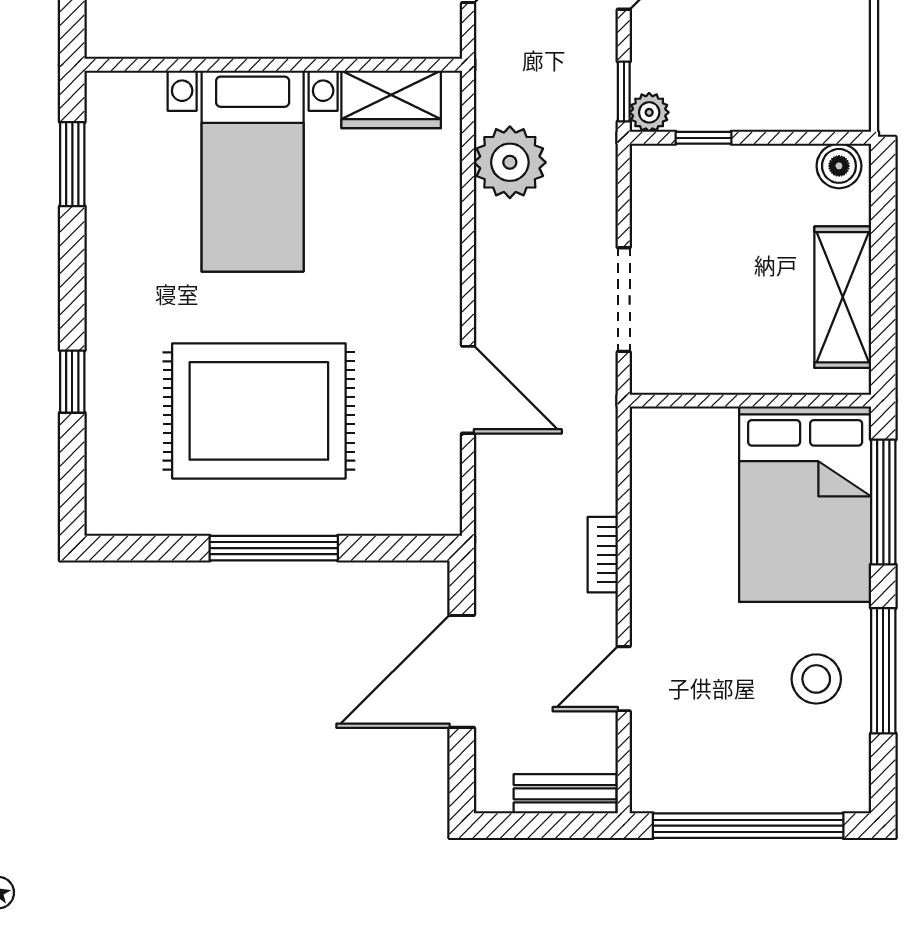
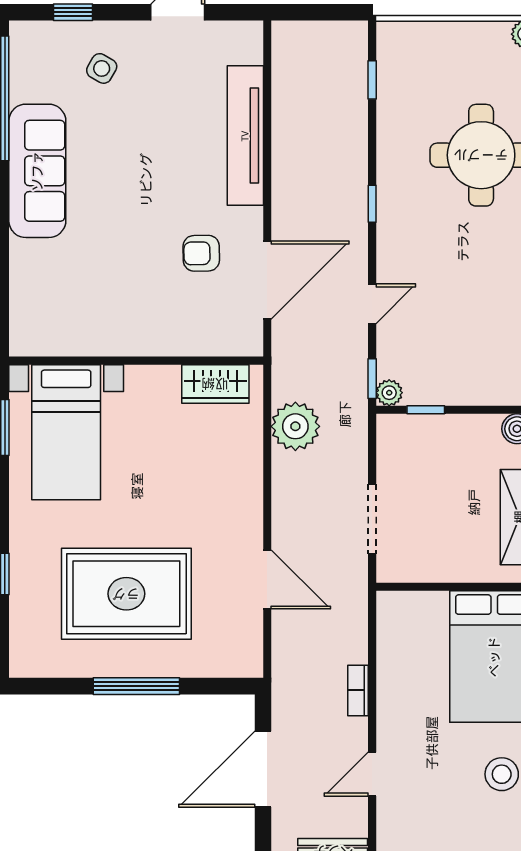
bed with nightstands: (253, 171) -> (66, 432), moved

